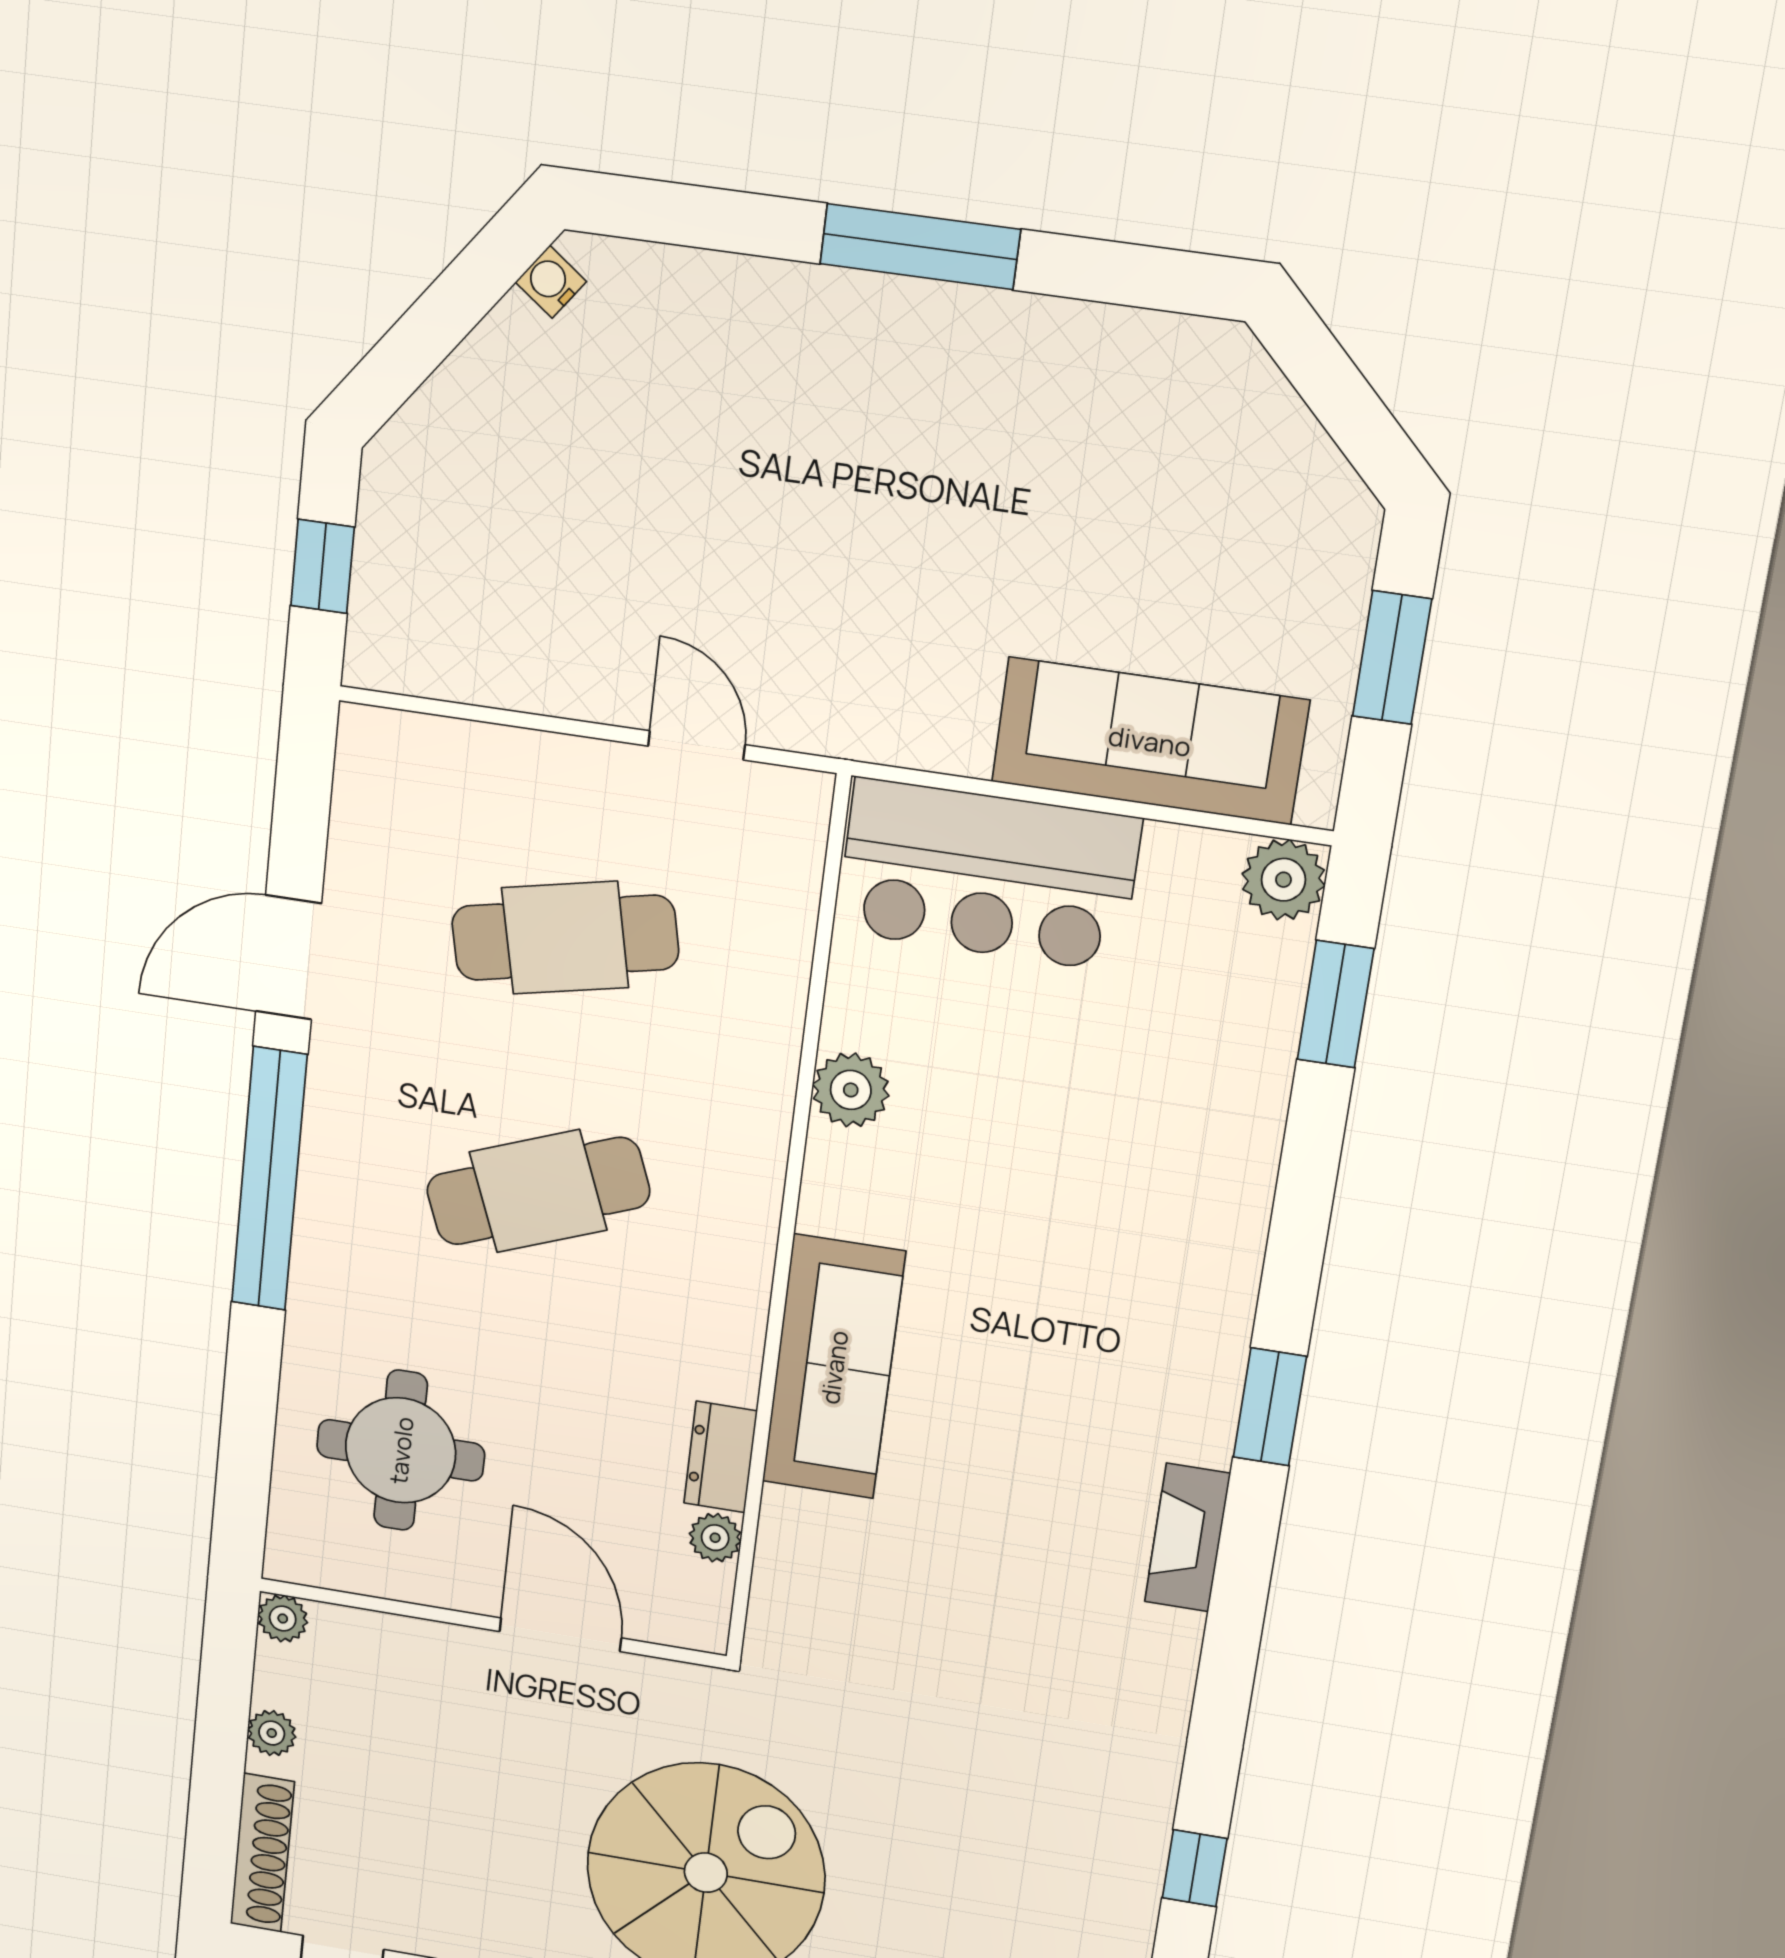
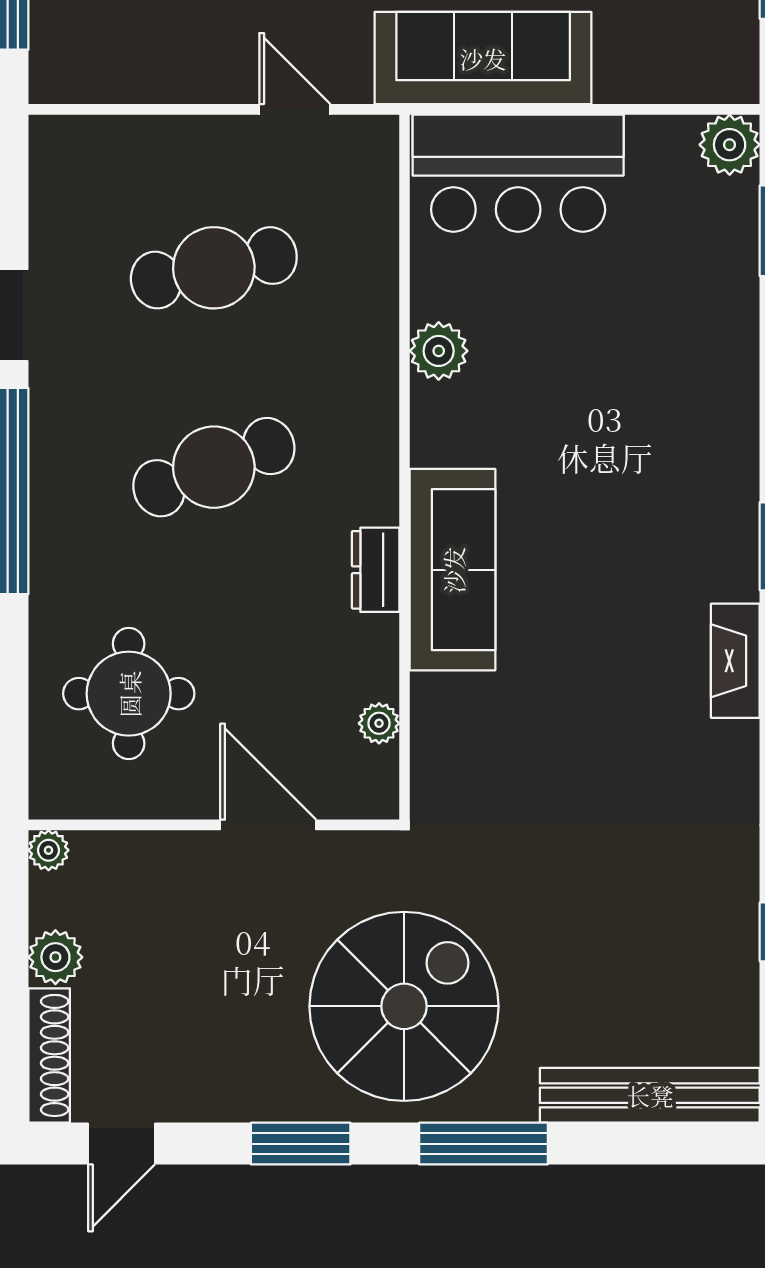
sofa: (1150, 741) -> (483, 58), moved
dresser: (721, 1457) -> (376, 570), moved
plant: (272, 1733) -> (55, 957), width x1.38, depth x1.38

